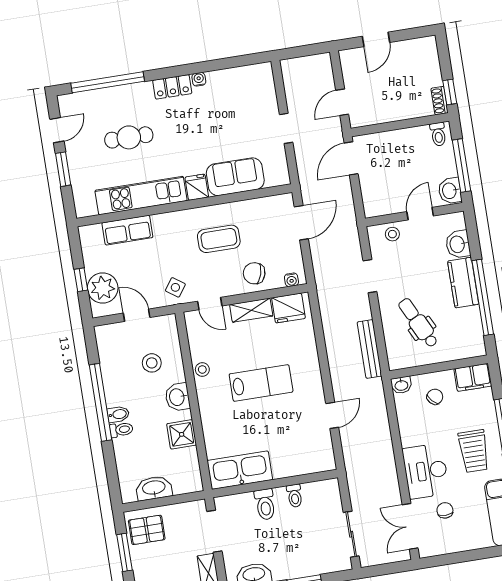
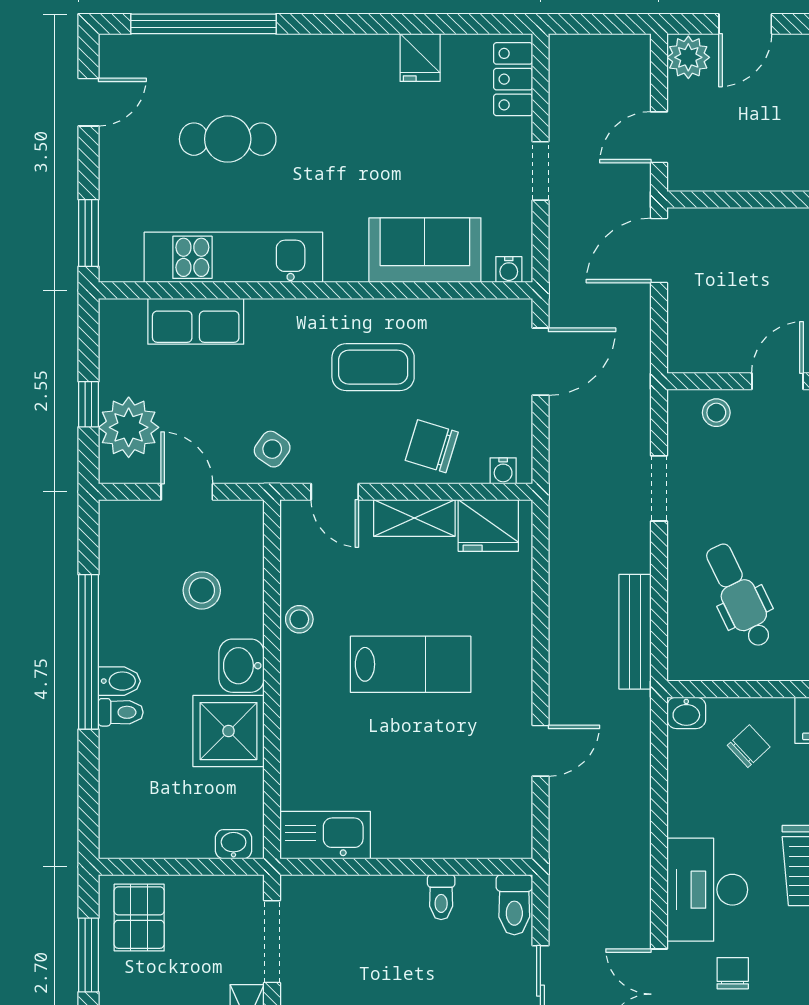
plant: (350, 60) -> (688, 57), added
water cooler: (199, 79) -> (509, 270), moved, turned 180
locker: (172, 87) -> (513, 79), moved, turned 90
window: (63, 169) -> (88, 233), moved
fridge: (197, 187) -> (420, 58), moved, turned 180
shower: (182, 434) -> (229, 731), width x1.36, depth x1.36
kitchen sink: (240, 470) -> (325, 835), width x0.73, depth x0.81
washbasin: (154, 488) -> (234, 844), moved, width x0.52, depth x0.69
toilet: (265, 504) -> (514, 905), moved
pallet: (147, 530) -> (139, 918), turned 90

